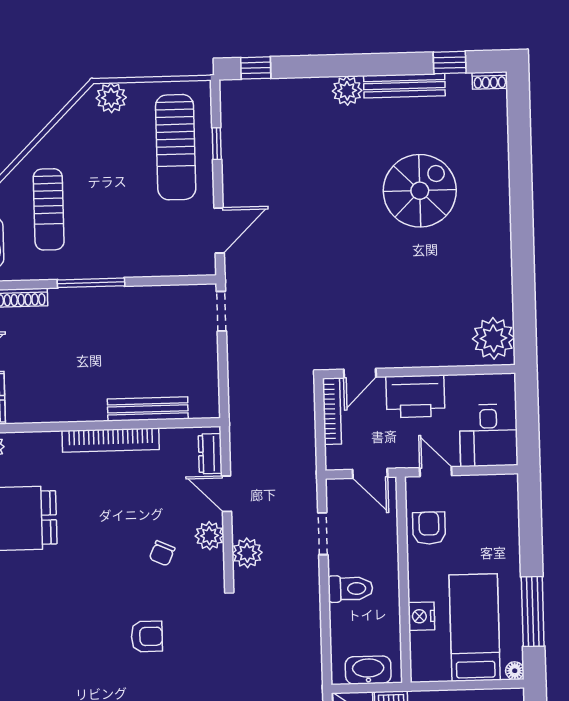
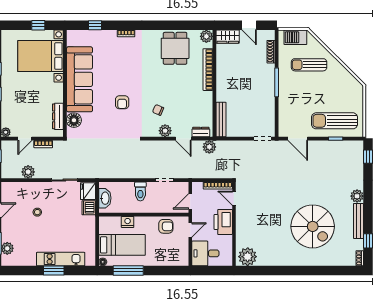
plant: (111, 98) -> (357, 93), removed
spiral stairs: (420, 191) -> (313, 226), width x1.37, depth x1.37
bench: (148, 409) -> (221, 120), moved
bookcase: (111, 440) -> (208, 70), moved
door: (226, 494) -> (183, 139), swing flipped
plant: (247, 553) -> (209, 147), moved

